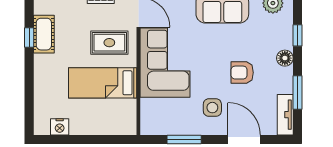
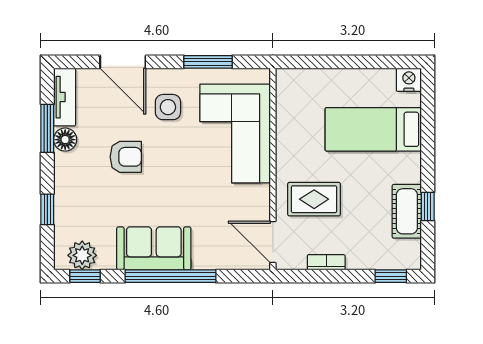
floor lamp: (285, 58) -> (65, 140), moved
corner sofa: (165, 63) -> (235, 133), moved
bed: (103, 83) -> (373, 129), moved, turned 180
nightstand: (60, 127) -> (409, 80), moved

